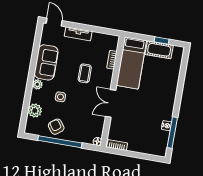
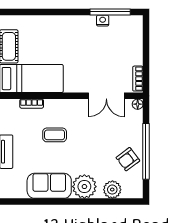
plant: (37, 84) -> (84, 187), width x1.88, depth x1.88
side table: (60, 97) -> (89, 160), removed
double door: (111, 103) -> (106, 96), moved

